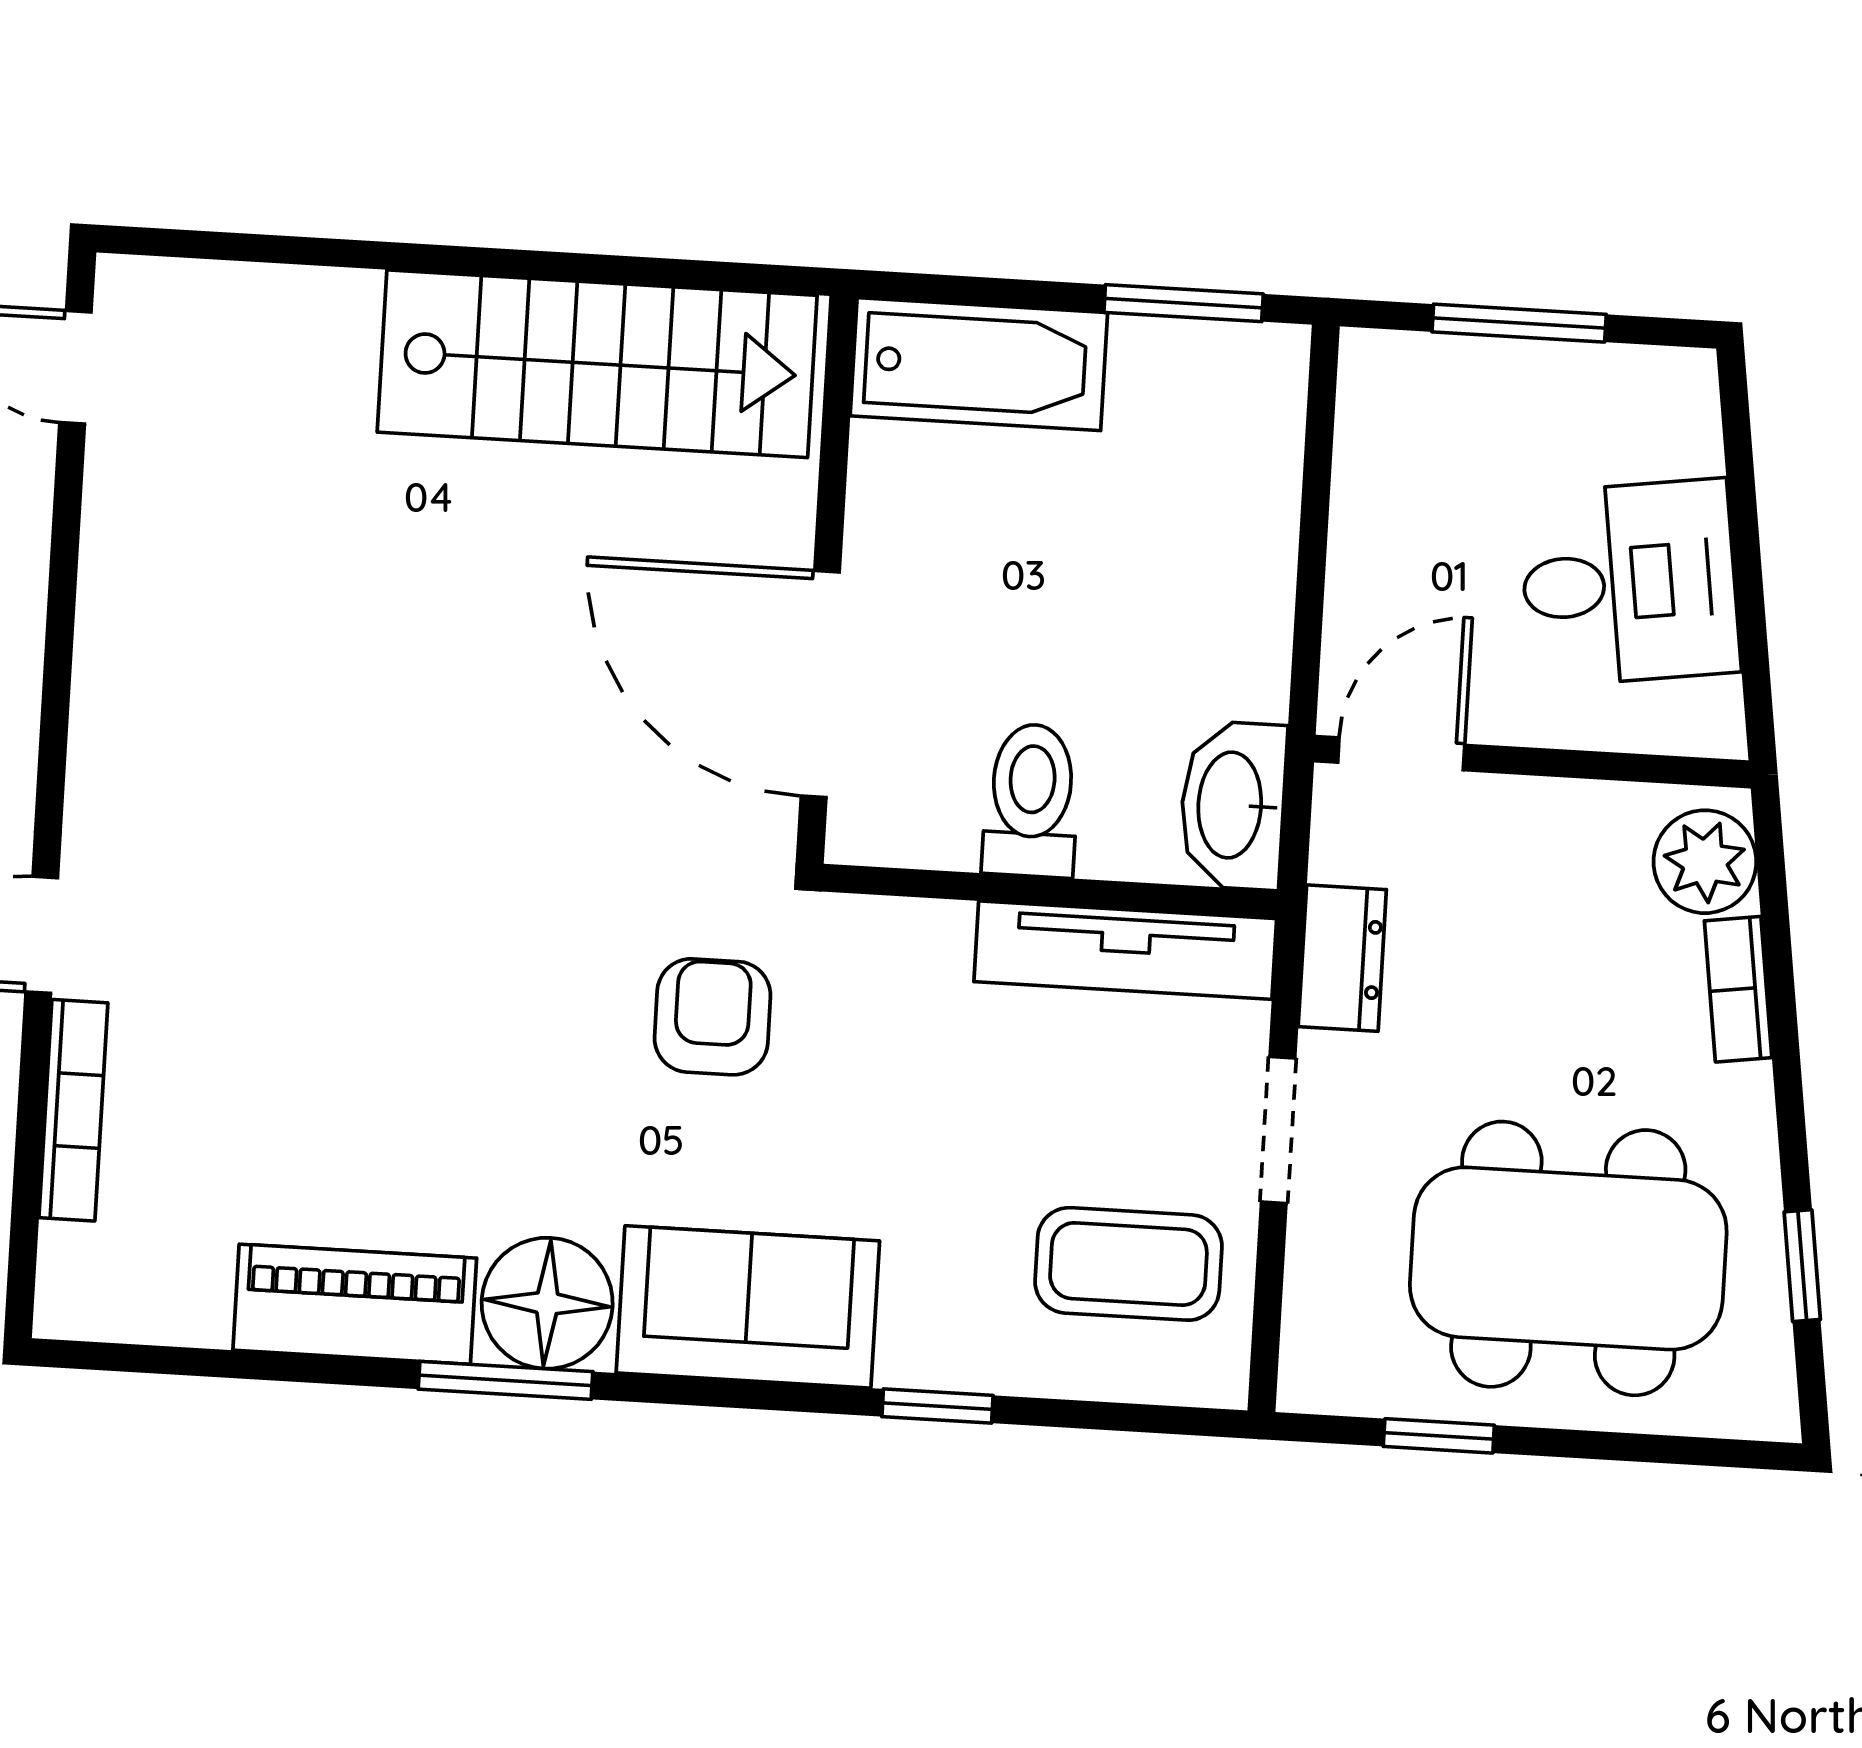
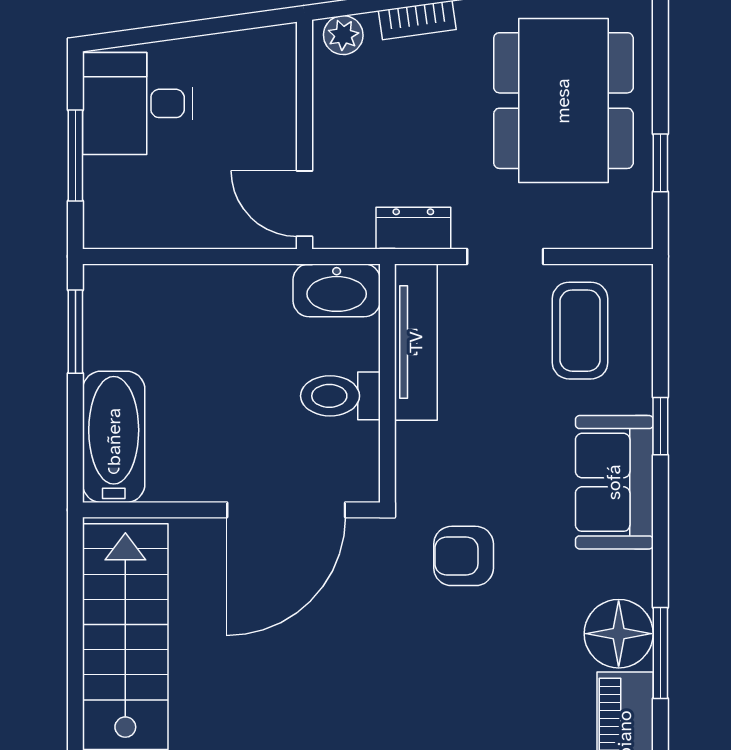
desk: (1629, 583) -> (138, 103), moved, turned -82
plant: (1705, 862) -> (343, 35), width x0.73, depth x0.73
sofa: (748, 1307) -> (614, 482), moved

